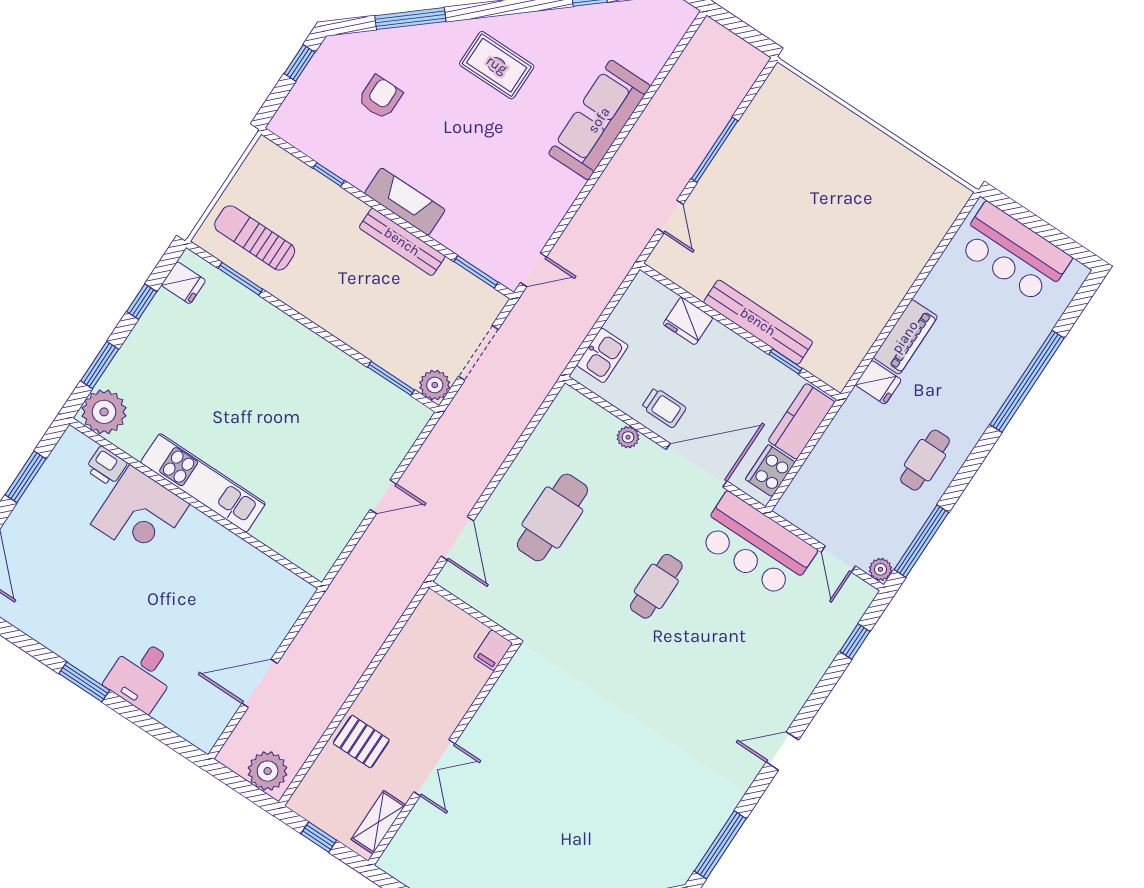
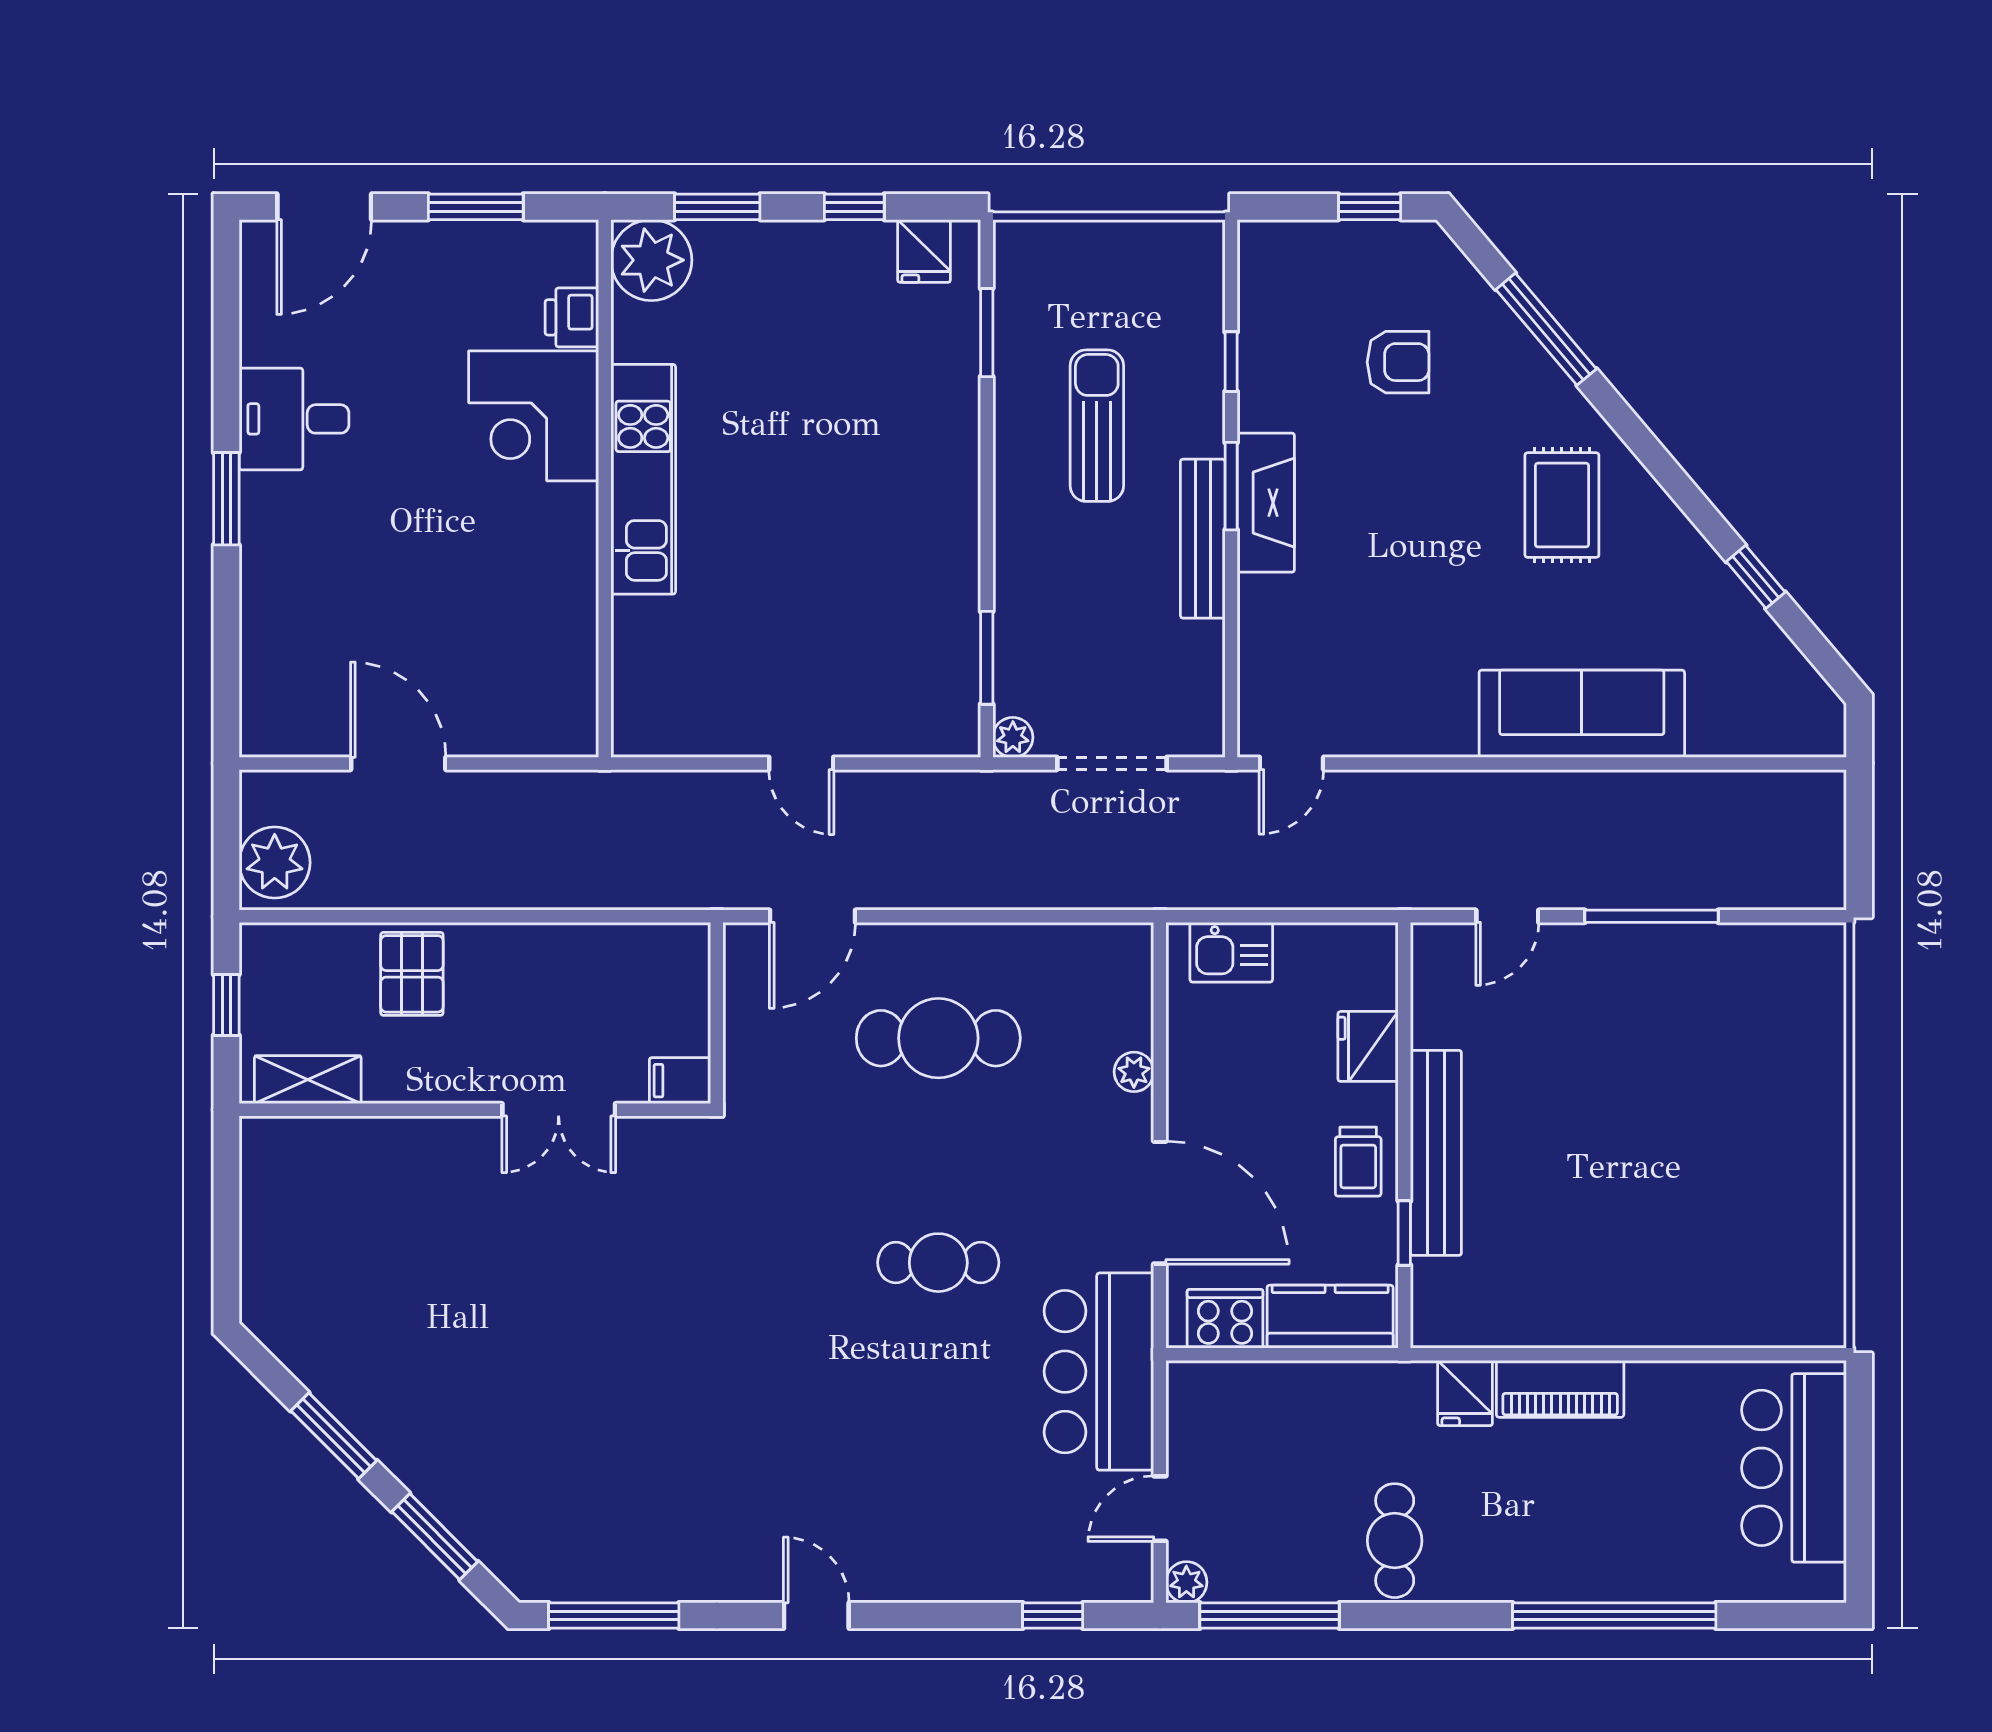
sun lounger: (255, 238) -> (1097, 426), moved
door: (533, 270) -> (1291, 763), hinge flipped
window: (476, 272) -> (1231, 486), moved
plant: (435, 385) -> (1013, 737), width x0.73, depth x0.73
trolley: (664, 408) -> (1358, 1162), moved
cafe table: (925, 460) -> (1395, 1541), turned 90
desk: (142, 675) -> (294, 419), moved
double door: (434, 768) -> (559, 1110), moved

